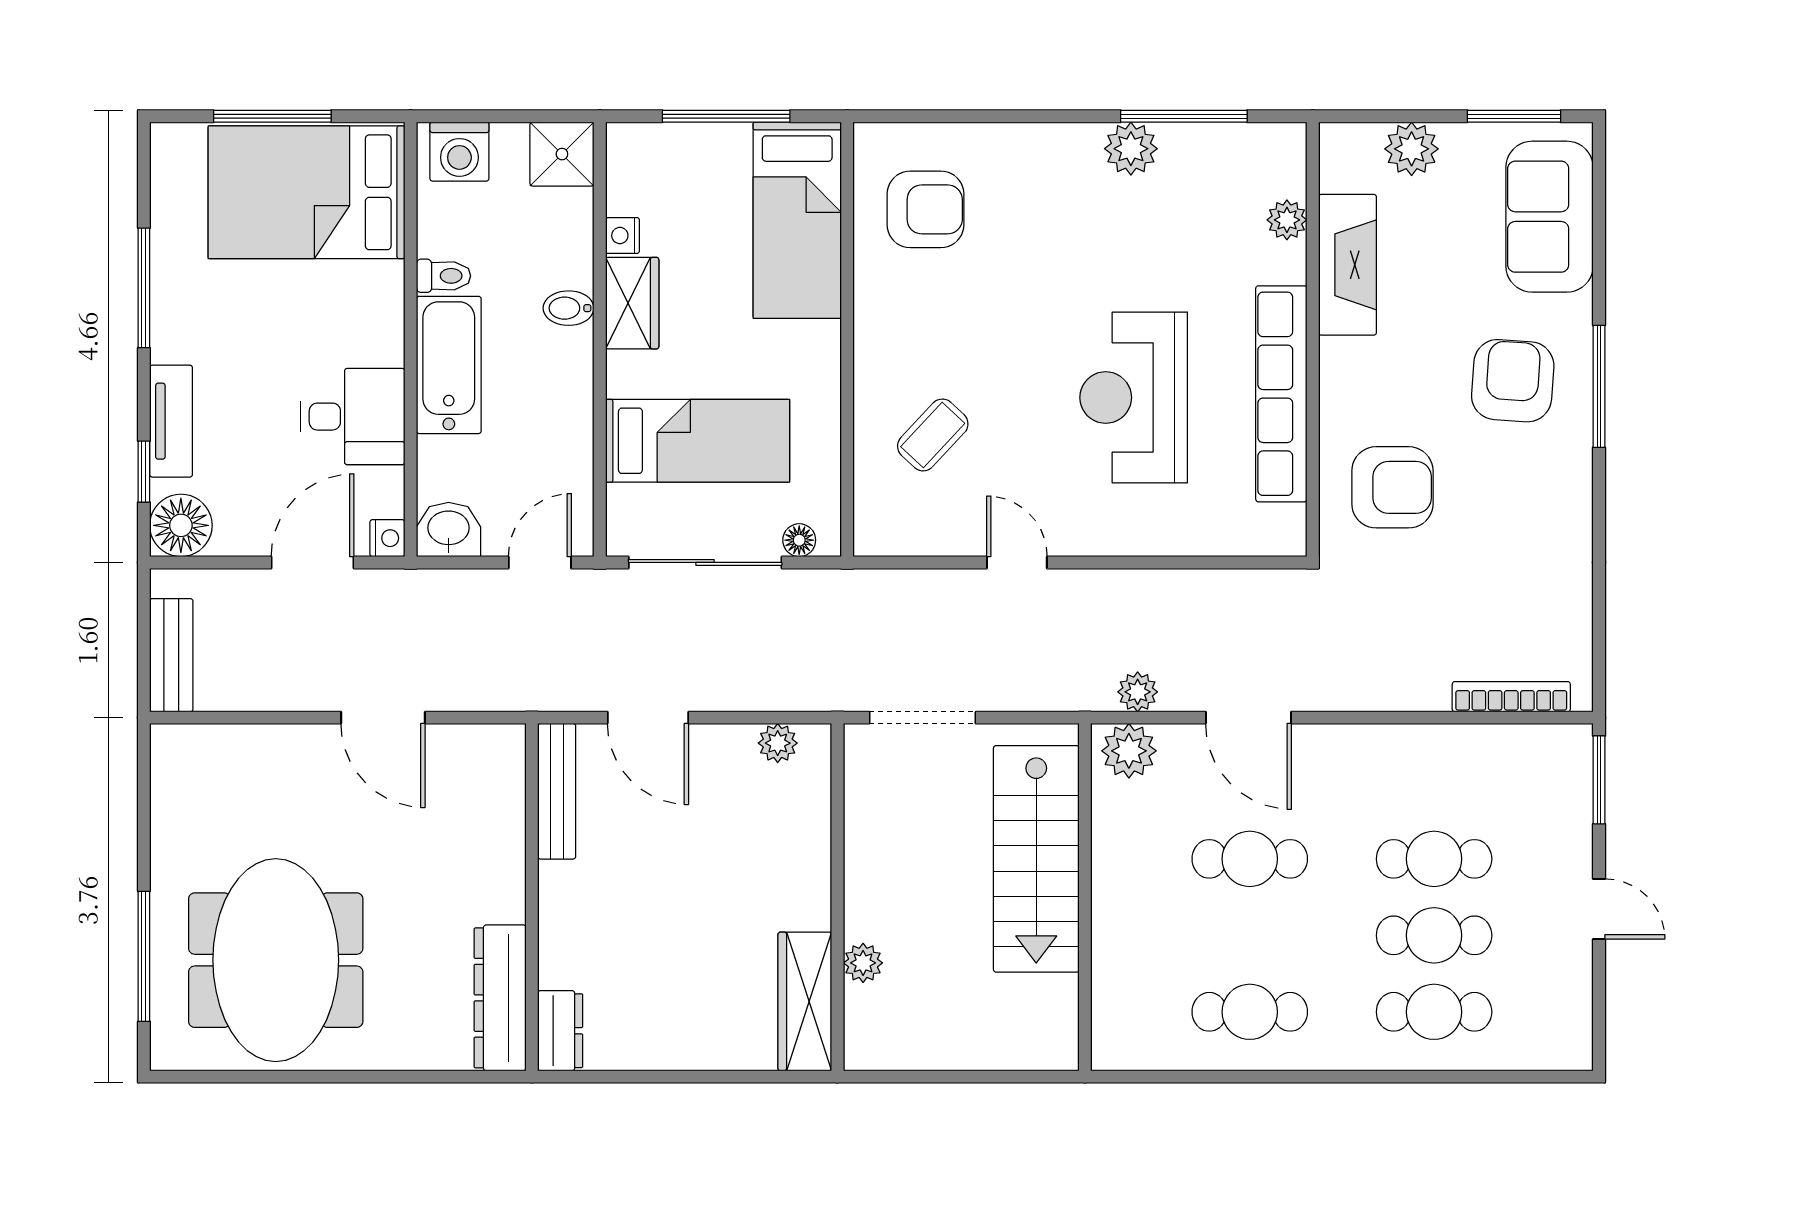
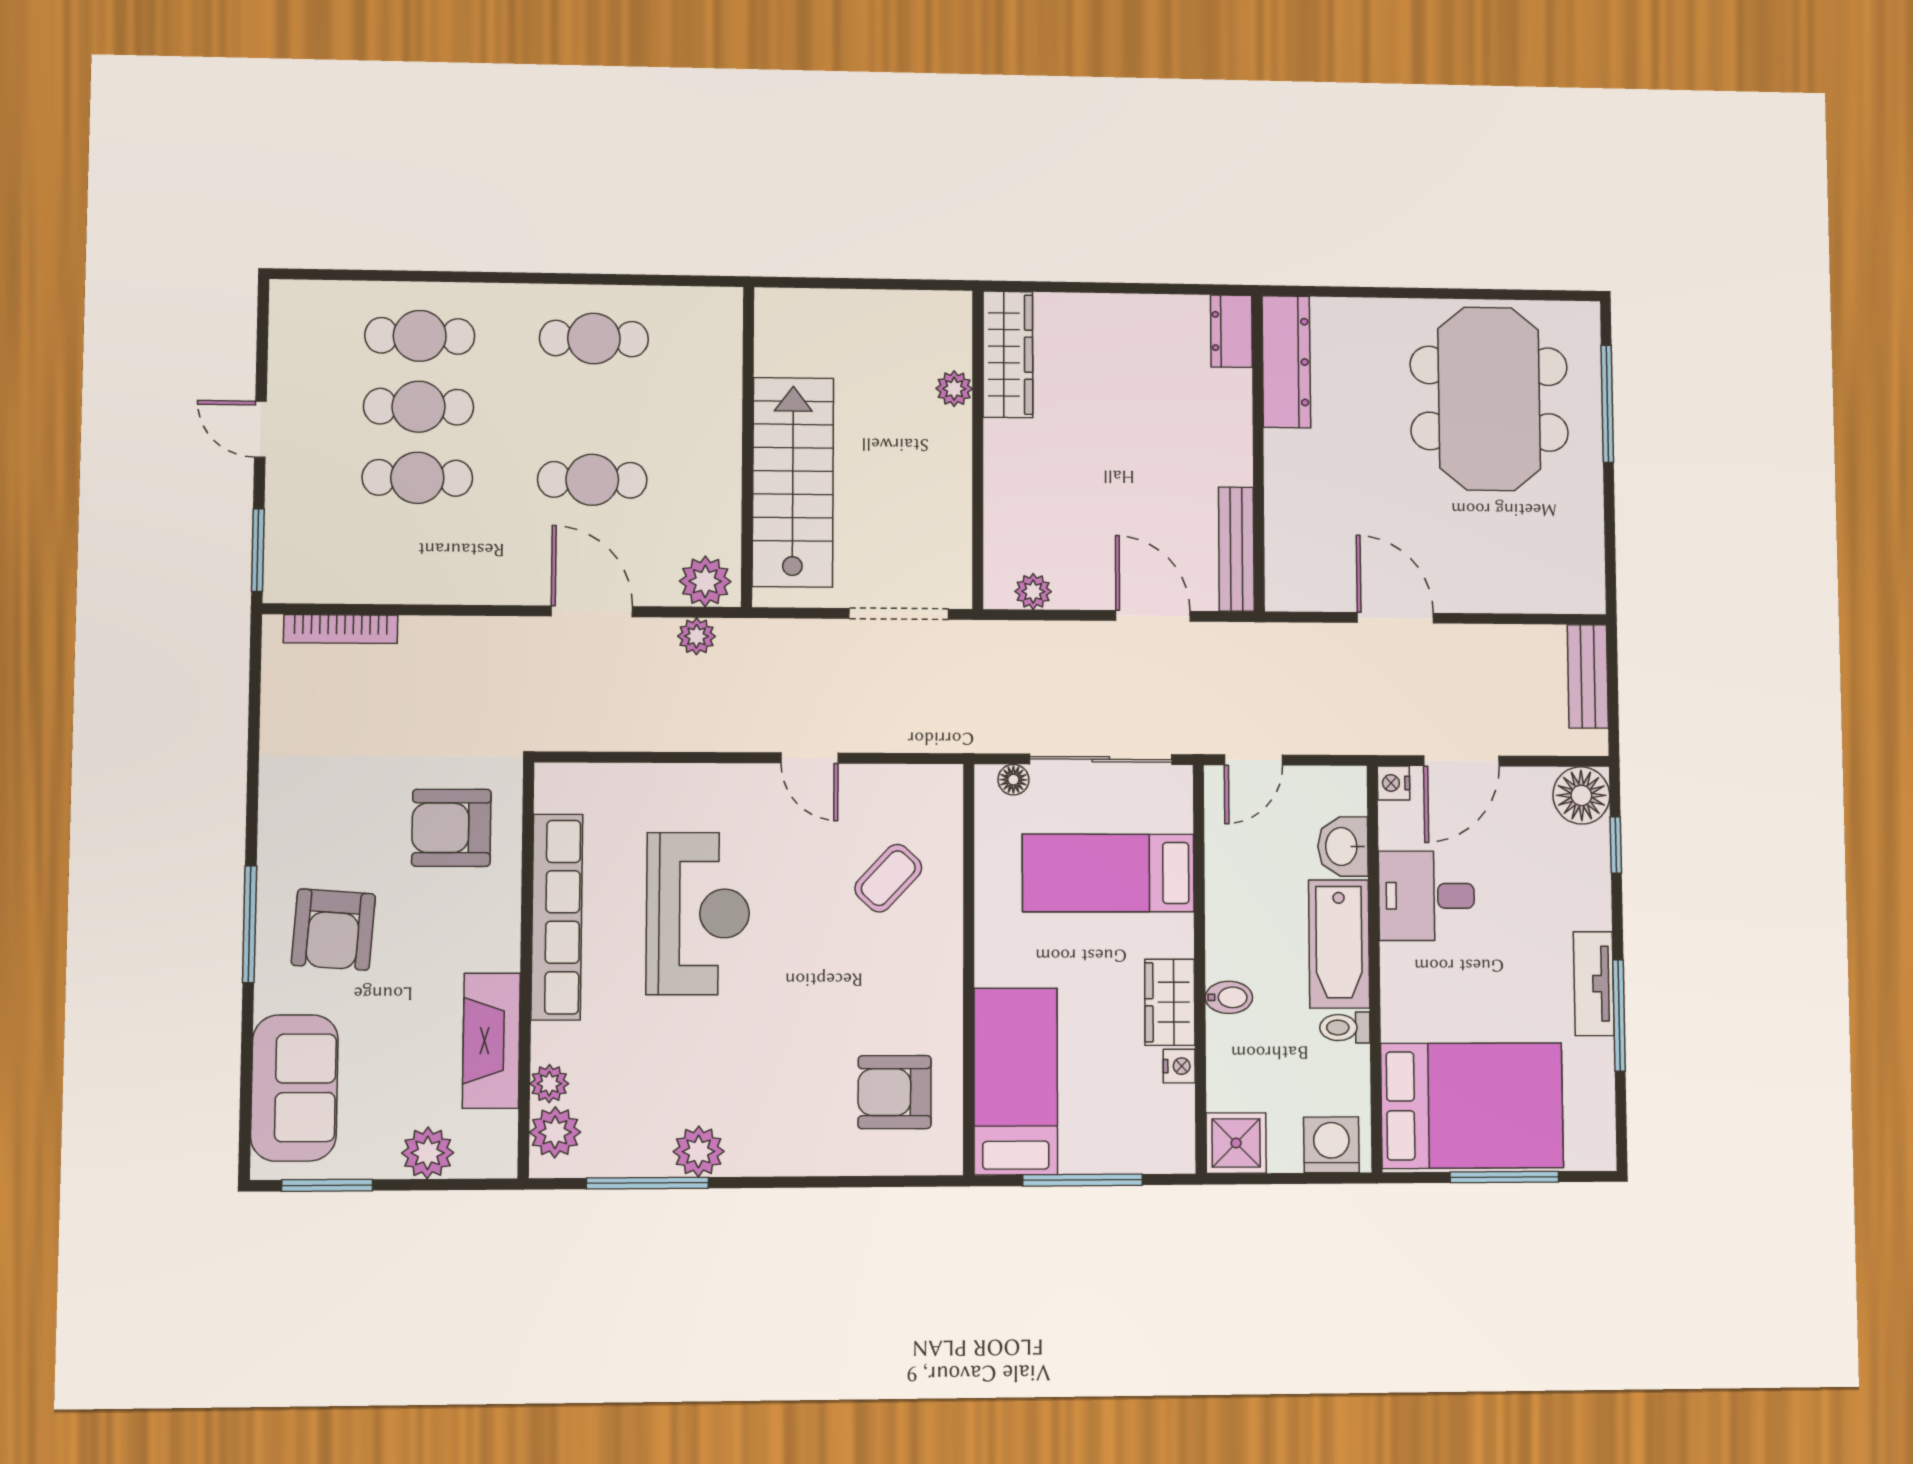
plant: (1280, 169) -> (555, 1132), added
tv unit: (171, 421) -> (1594, 984), moved
washbasin: (449, 529) -> (1343, 846), moved, turned 90

